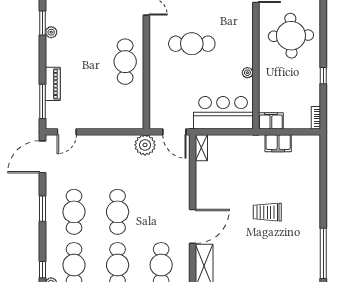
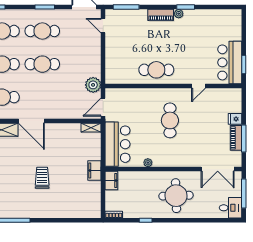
piano: (53, 84) -> (161, 15), moved
filing cabinet: (278, 143) -> (94, 171), moved

